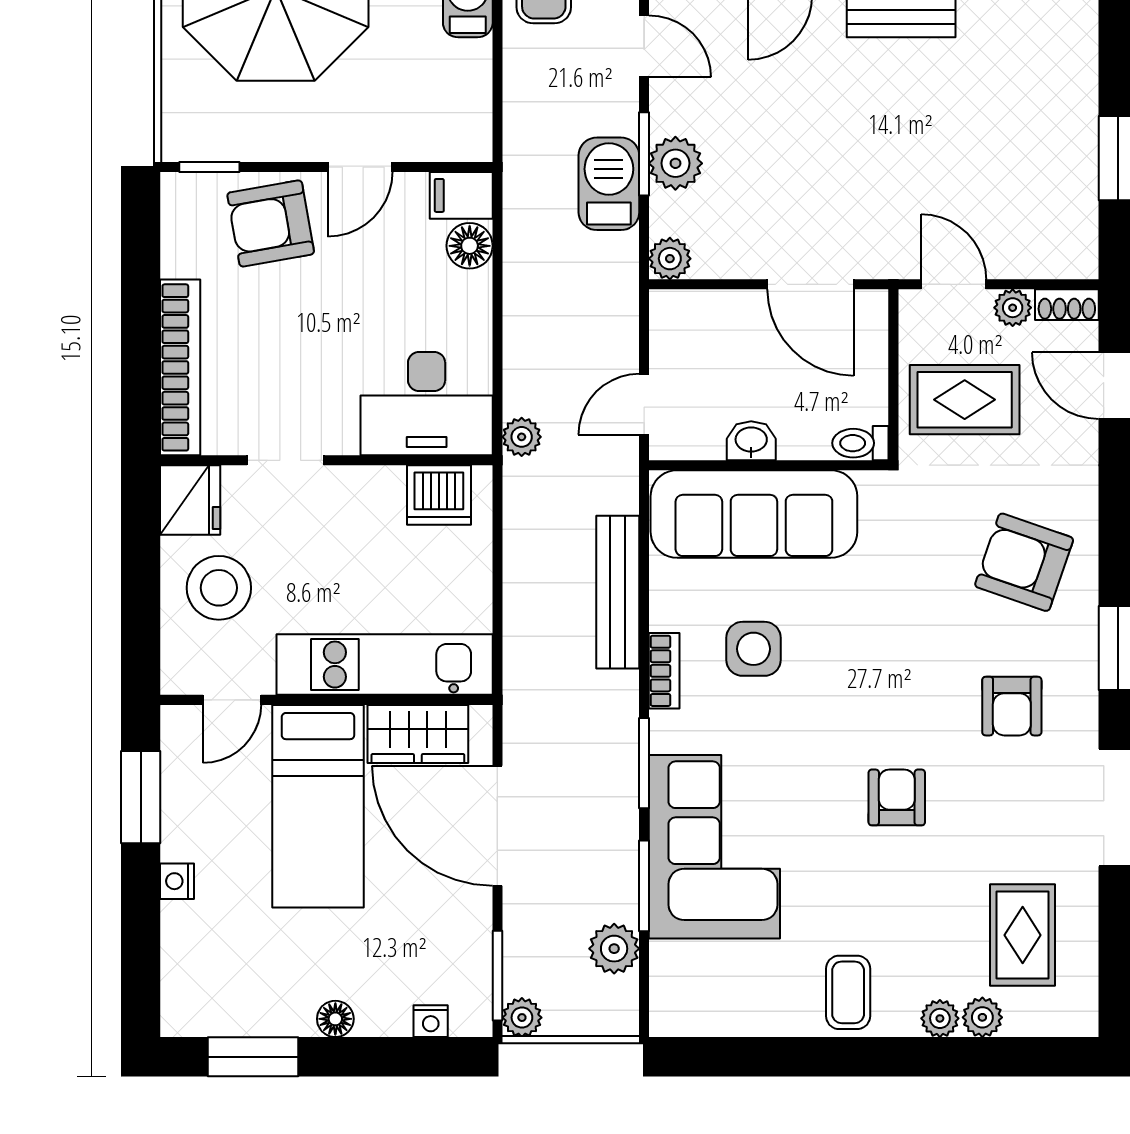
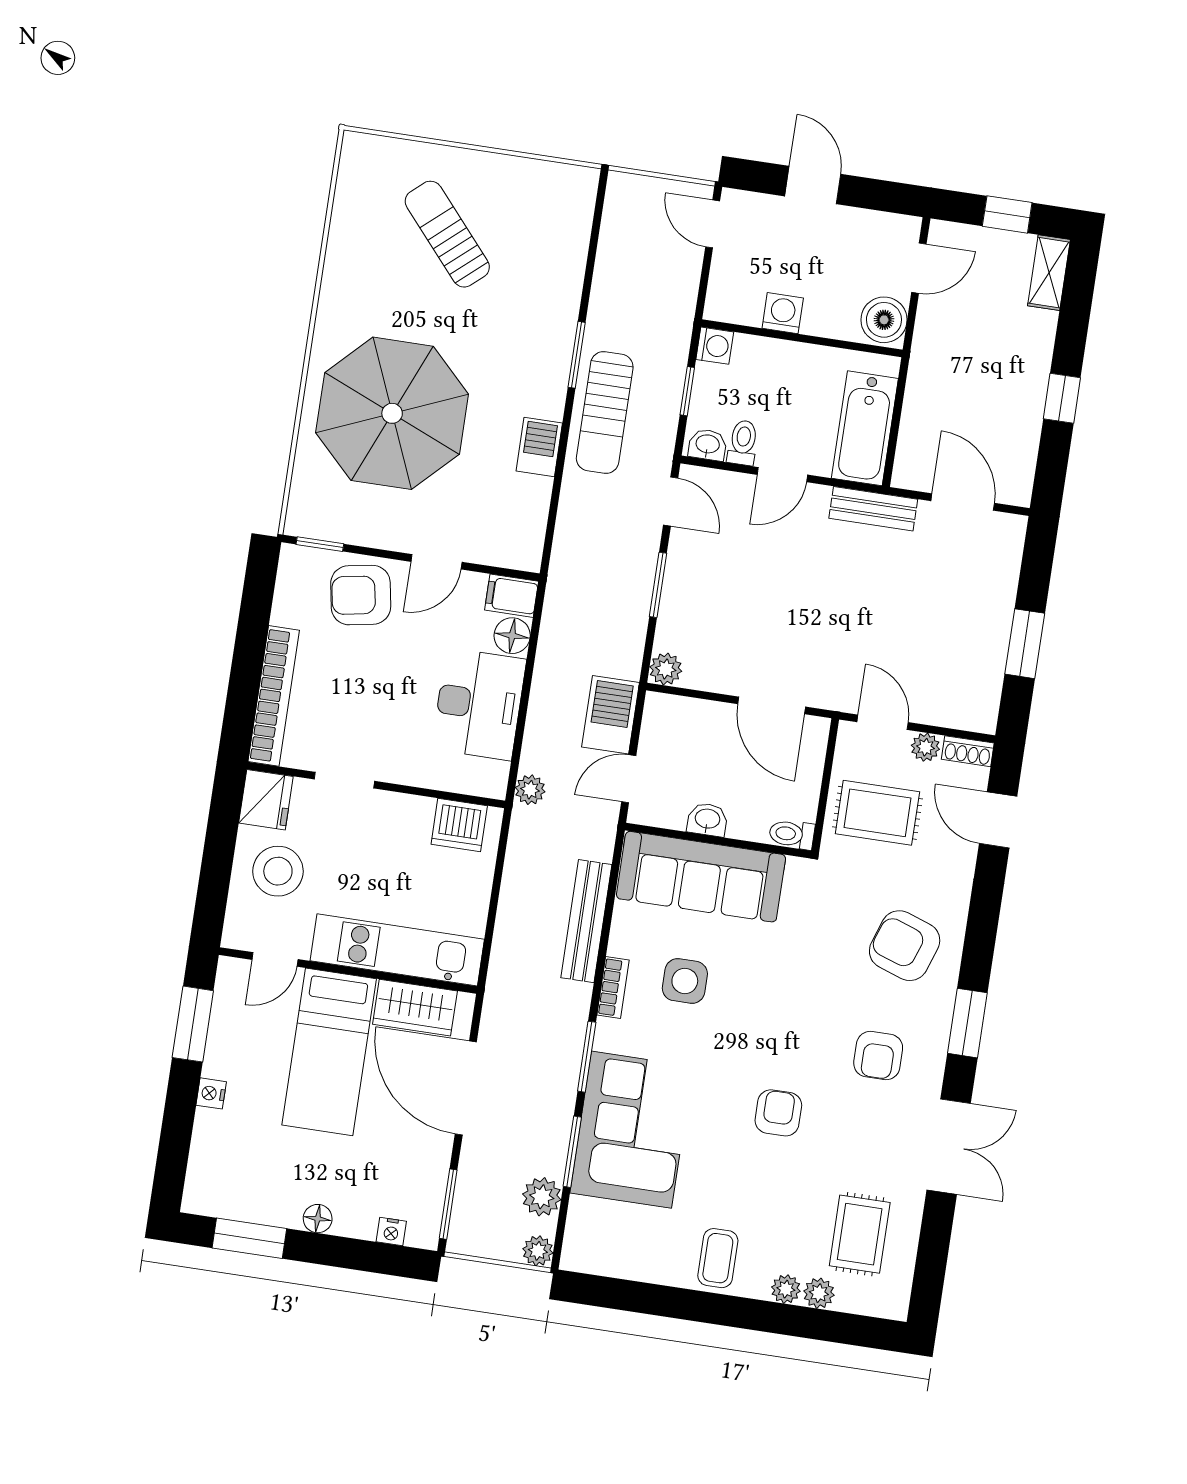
plant: (675, 163) -> (681, 596), removed
barbecue: (609, 184) -> (611, 715), moved
desk: (427, 404) -> (479, 704), moved, turned -90
plant: (522, 1018) -> (538, 1251), moved

